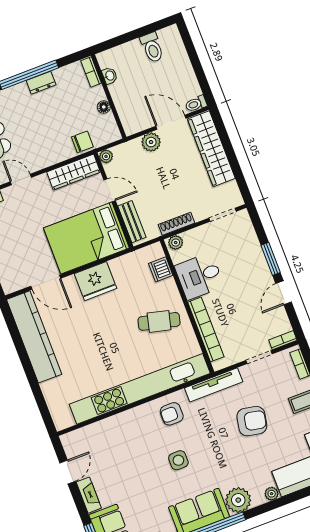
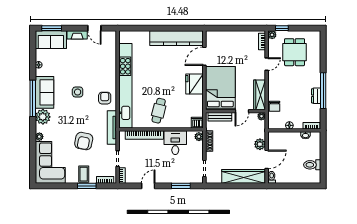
window: (271, 259) -> (181, 186), moved
dishwasher: (161, 269) -> (197, 123), moved
door: (284, 293) -> (148, 186), hinge flipped

